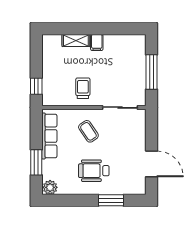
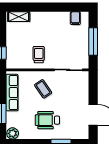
shelving: (76, 40) -> (19, 17), moved
filing cabinet: (97, 42) -> (75, 18), moved

